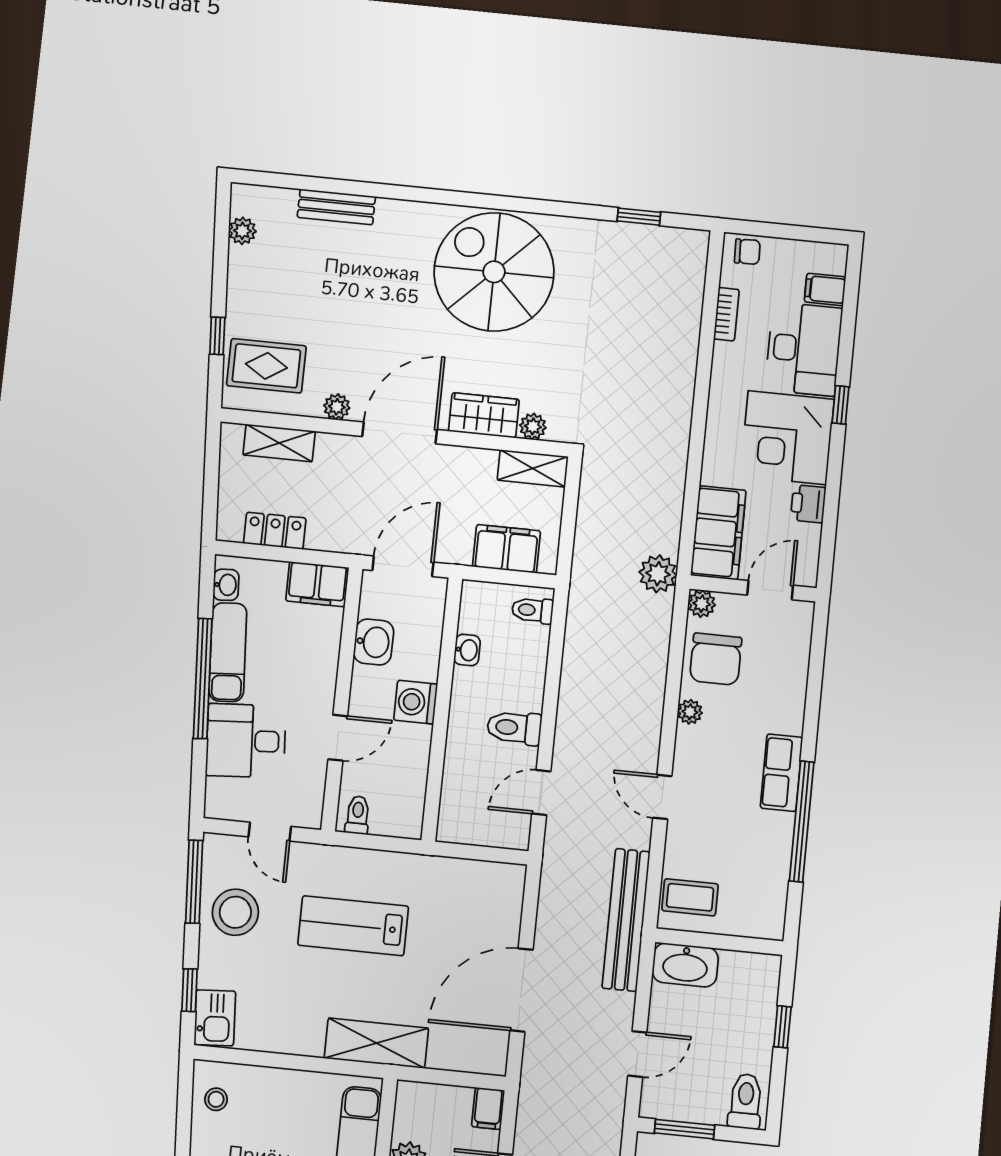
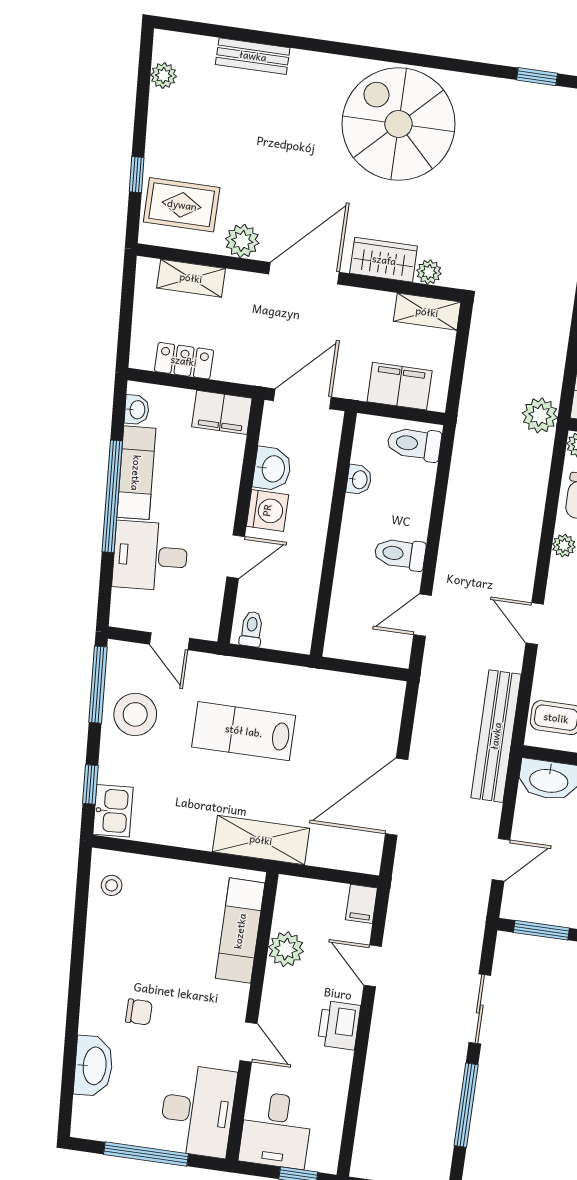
plant: (337, 407) -> (242, 241), width x1.38, depth x1.38
toilet: (532, 610) -> (414, 444), width x1.37, depth x1.39
washing machine: (416, 702) -> (267, 510), moved, turned 180

